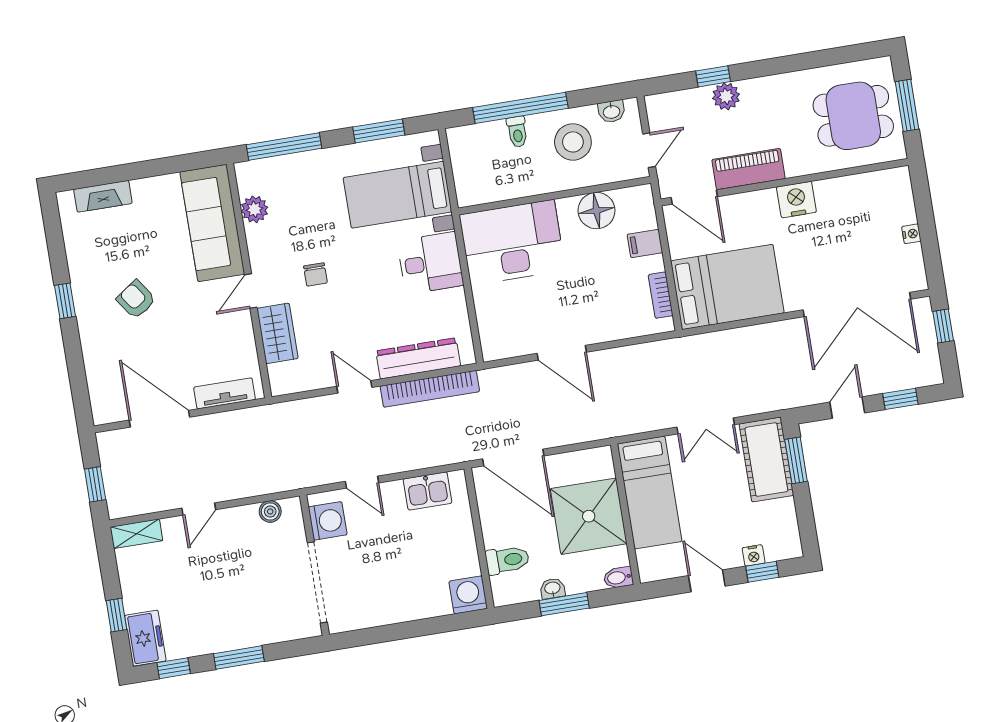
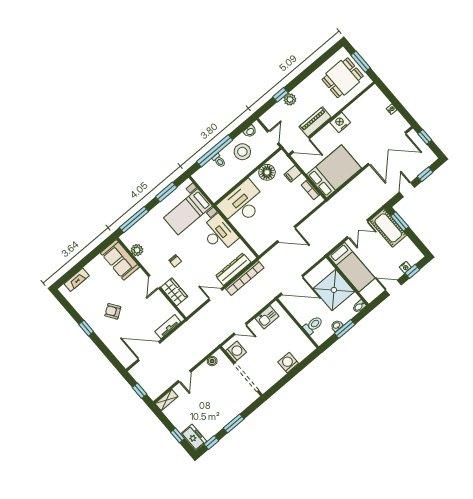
sofa: (212, 223) -> (120, 260), width x0.73
desk: (430, 263) -> (219, 234), width x1.37
washing machine: (468, 595) -> (288, 363), moved

